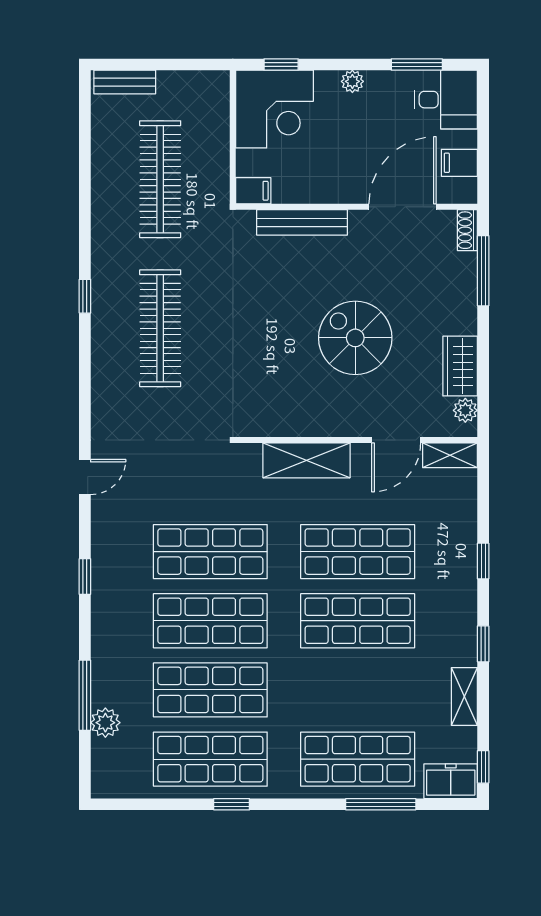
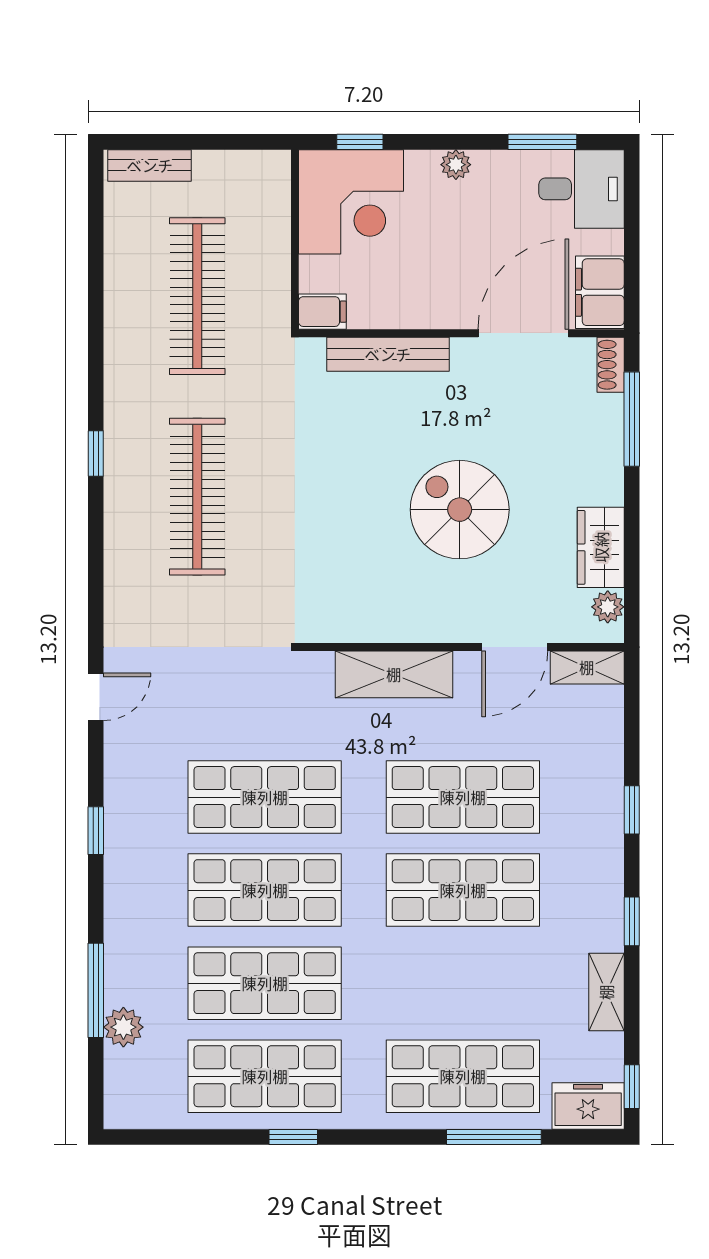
filing cabinet: (459, 163) -> (600, 292), width x2.00

